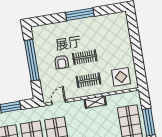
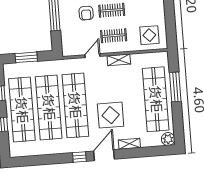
door: (59, 102) -> (92, 56), moved

